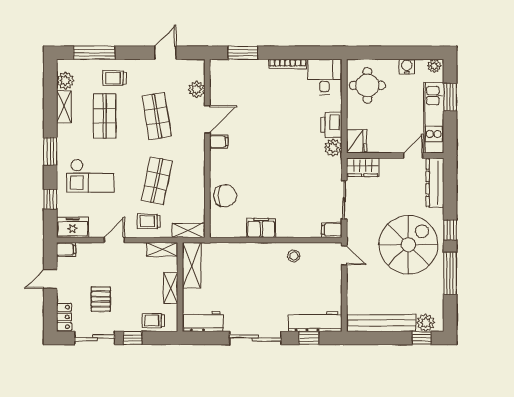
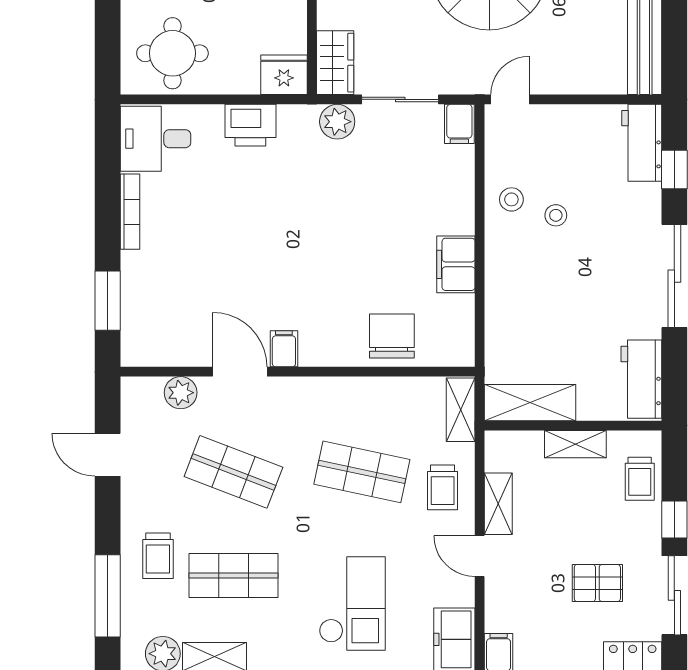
shop shelf: (157, 116) -> (233, 472), turned 30
plant: (333, 147) -> (337, 122), moved
shelving: (162, 249) -> (498, 504), moved
stool: (286, 278) -> (556, 215), added
workbench: (315, 322) -> (642, 143), width x0.73

